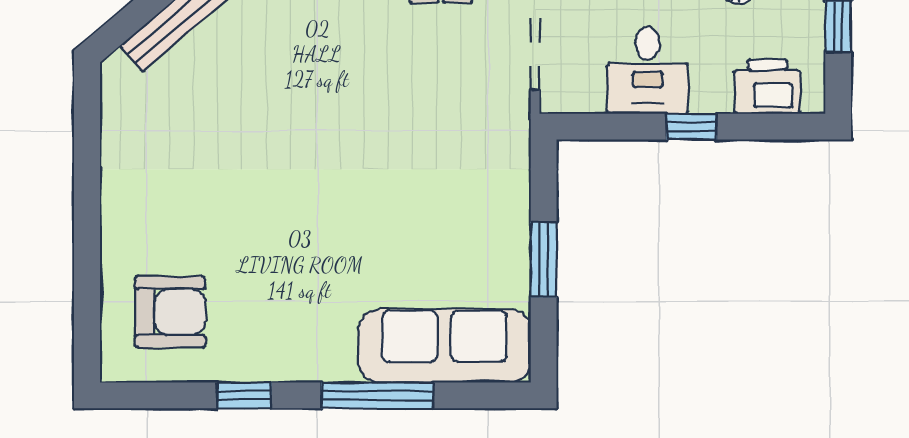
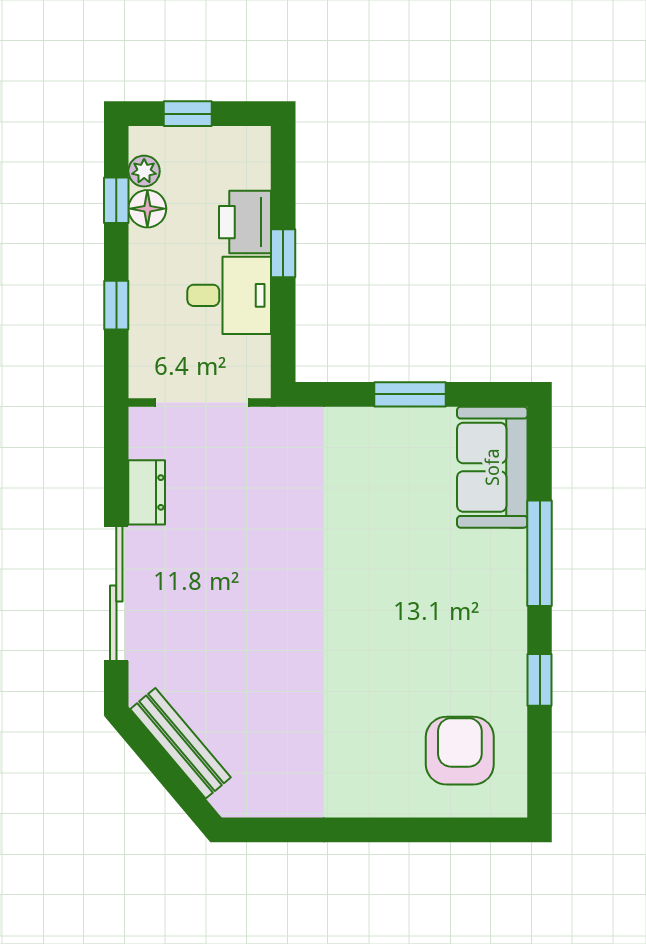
printer: (767, 87) -> (245, 222), moved
sofa: (444, 346) -> (492, 467), width x0.73

